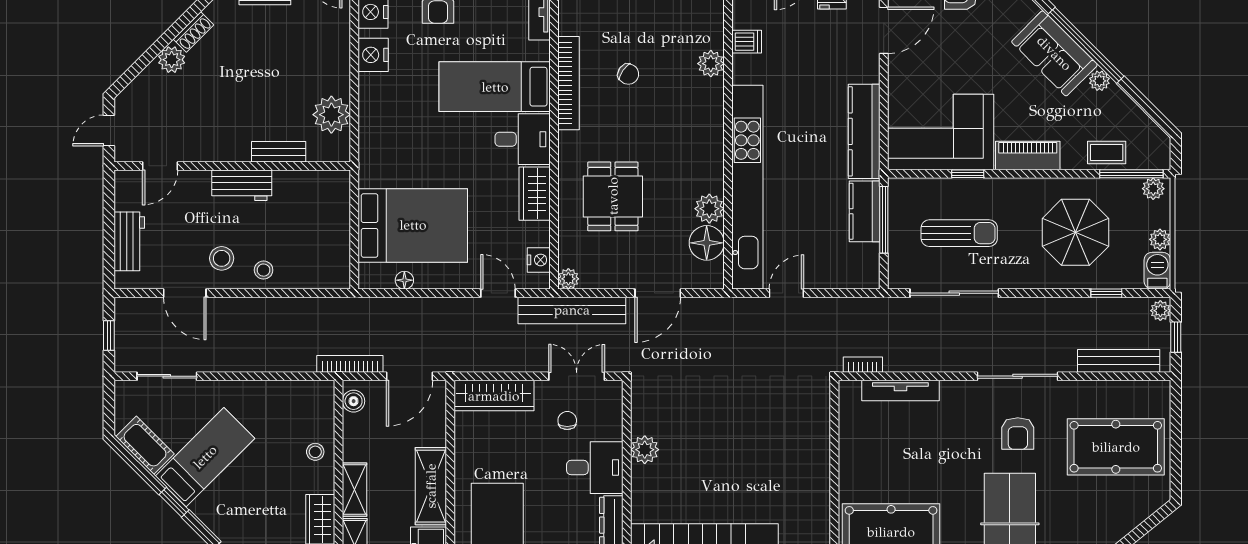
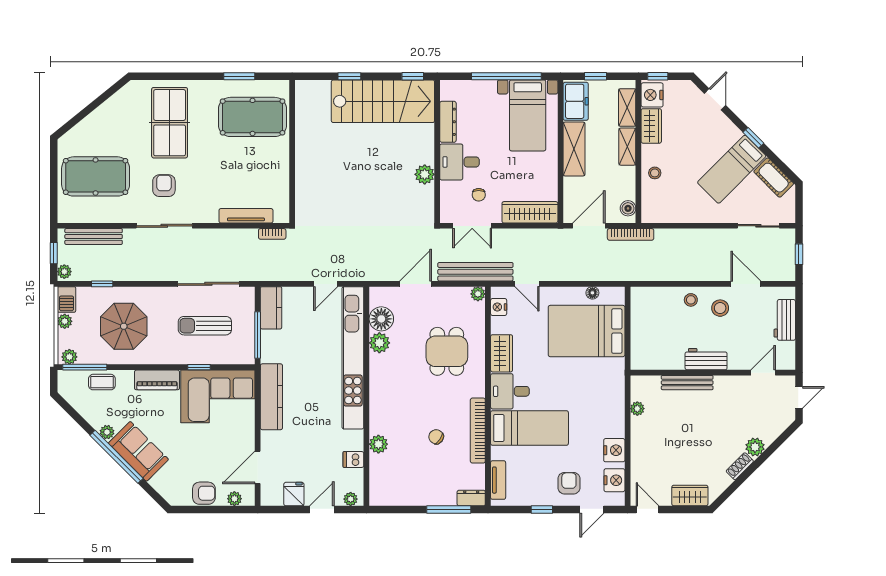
plant: (331, 115) -> (637, 409), width x0.53, depth x0.53
bench: (279, 152) -> (687, 383), width x1.36
kitchen counter: (865, 211) -> (271, 308), moved

